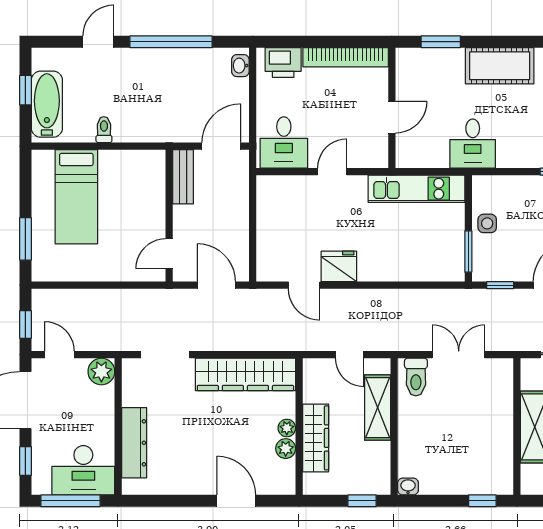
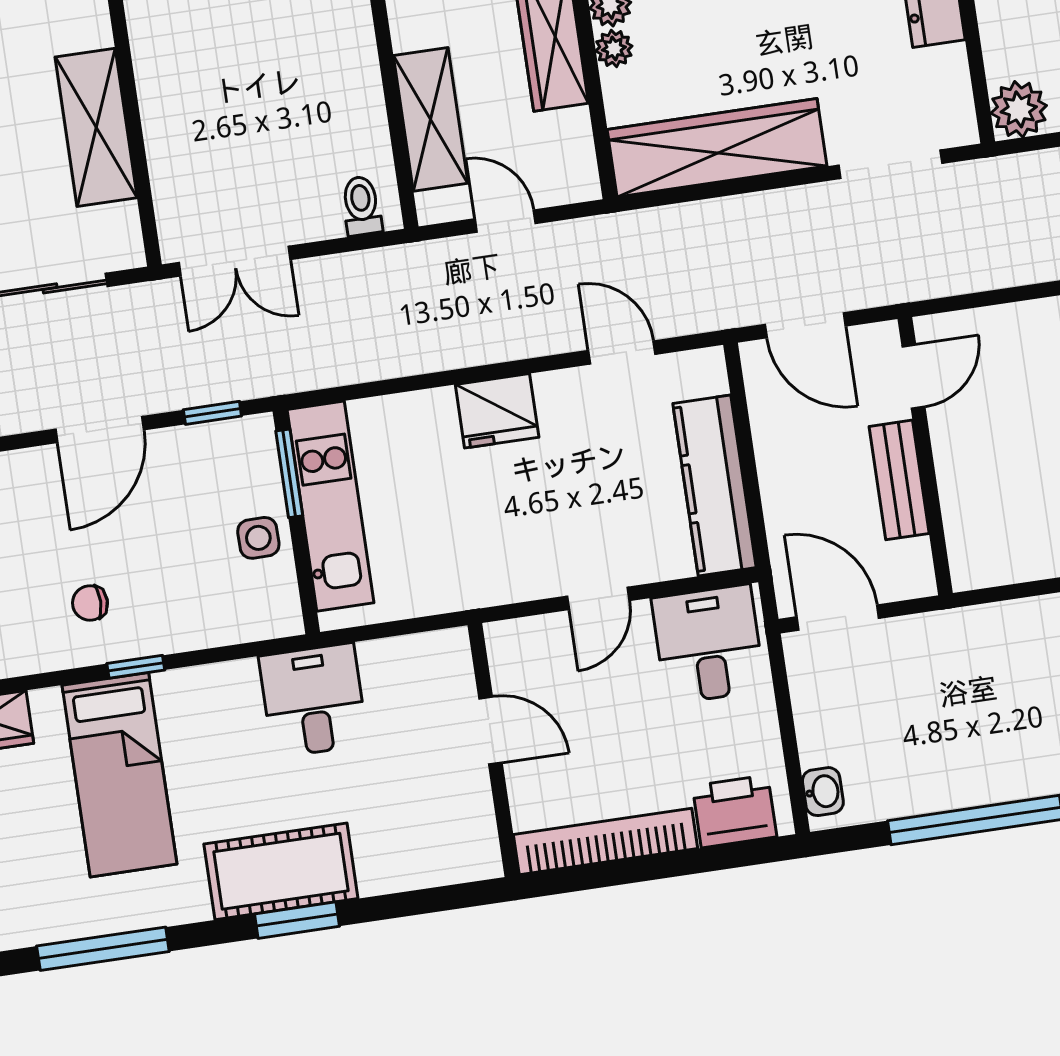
window: (441, 42) -> (297, 920), moved
door: (392, 117) -> (491, 730), swing flipped
door: (221, 146) -> (838, 618), swing flipped
bench: (183, 177) -> (899, 480), moved
kitchen unit: (416, 189) -> (331, 506), moved, turned 90
kitchen counter: (270, 216) -> (714, 486), added
fridge: (339, 266) -> (497, 411), moved
double door: (459, 355) -> (235, 261), moved
toilet: (416, 377) -> (362, 206), width x0.73, depth x0.72

